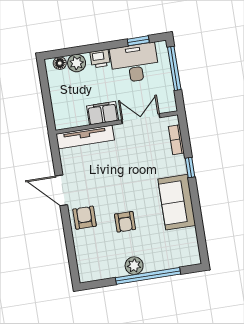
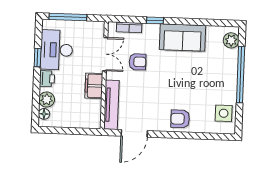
window: (138, 41) -> (38, 58), moved
double door: (141, 119) -> (105, 54), swing flipped
door: (61, 190) -> (134, 133), moved
armchair: (125, 222) -> (138, 62), moved
side table: (101, 265) -> (224, 113), added
plant: (134, 266) -> (231, 40), moved

